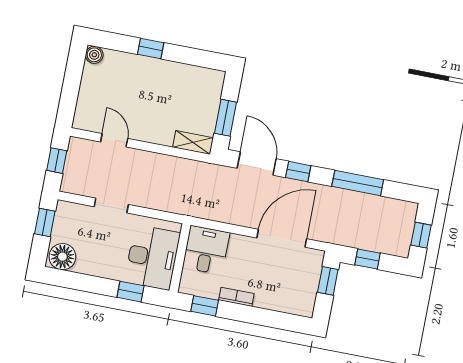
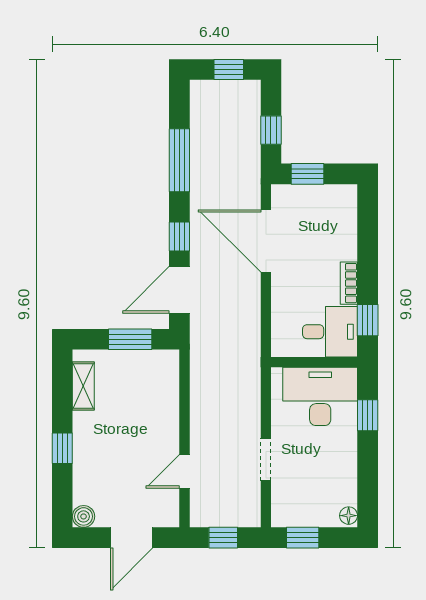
door: (71, 89) -> (132, 538), added
shelving: (193, 143) -> (83, 386), moved
desk: (206, 250) -> (330, 332), moved, turned 180
floor lamp: (62, 257) -> (349, 516), width x0.53, depth x0.53

